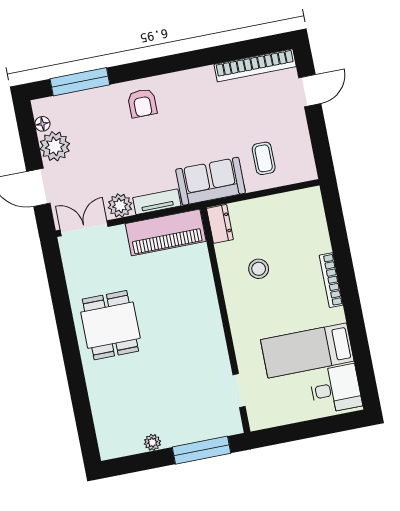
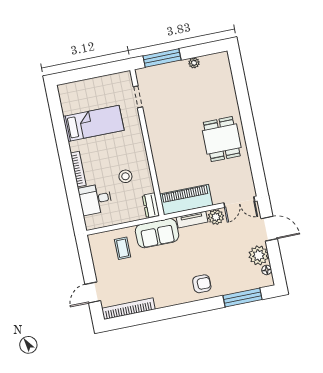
armchair: (142, 103) -> (202, 284), turned 90
desk: (336, 389) -> (95, 199), moved

